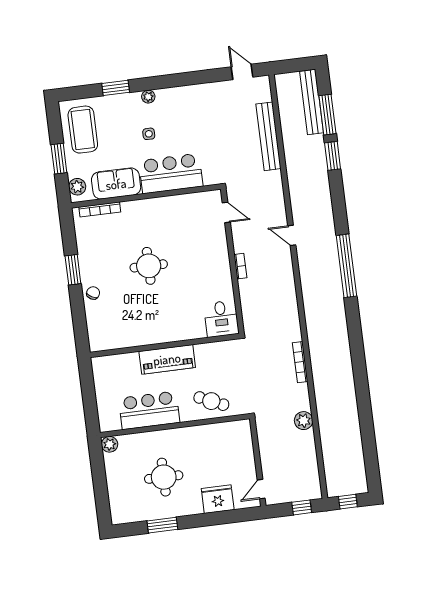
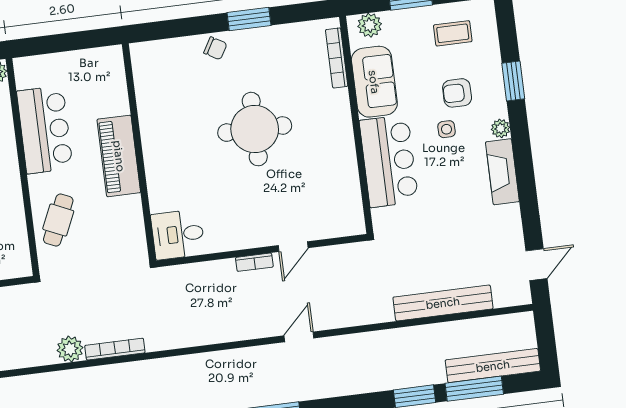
fireplace: (178, 95) -> (502, 172), added
armchair: (124, 127) -> (457, 93), added
coffee table: (83, 130) -> (453, 33), width x0.54, depth x0.58
door: (226, 212) -> (293, 247), moved
round table: (149, 266) -> (255, 129), width x1.36, depth x1.36
plant: (304, 421) -> (70, 349), moved

